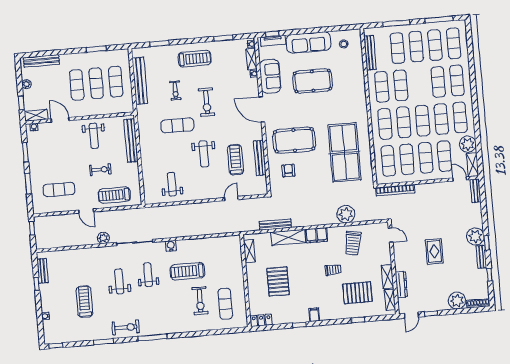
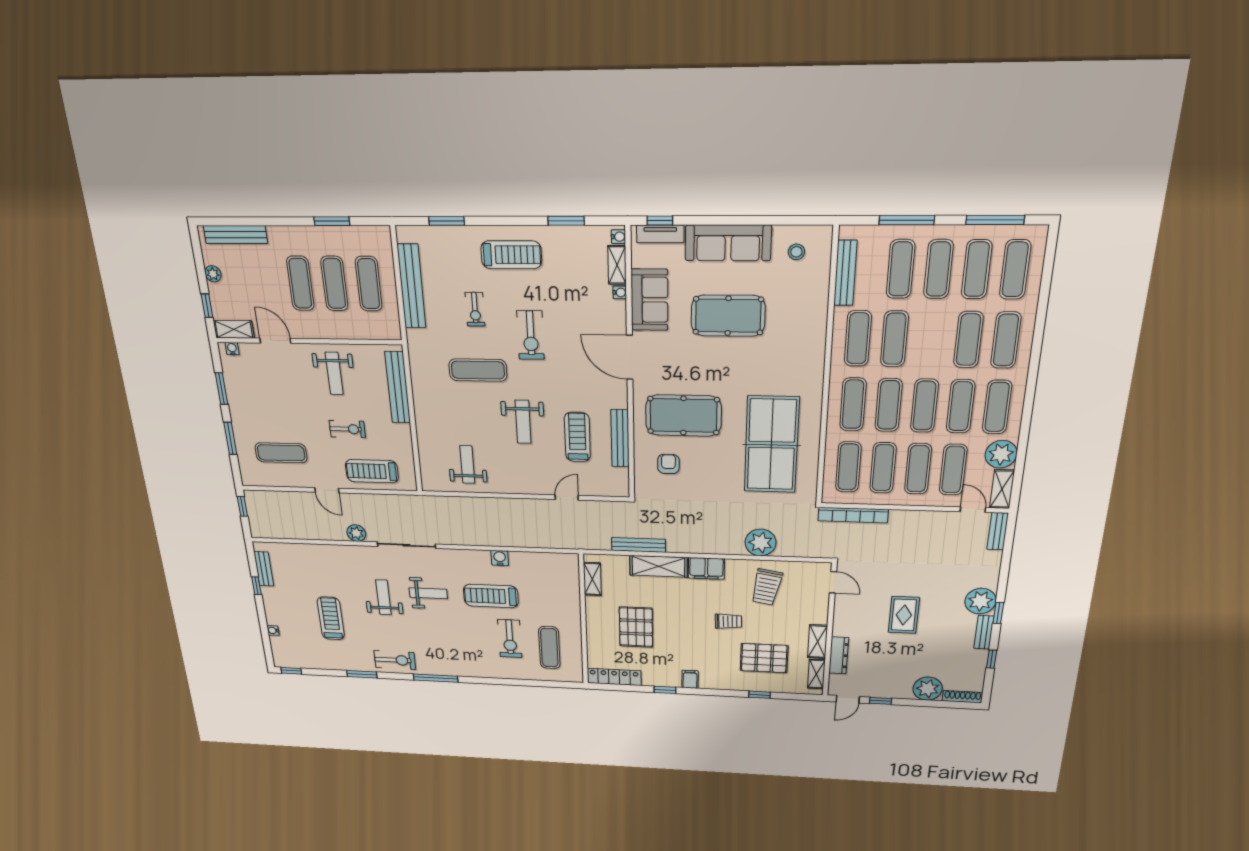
water cooler: (171, 246) -> (500, 558), moved
weight bench: (148, 275) -> (428, 593), turned 90
locker: (261, 320) -> (614, 677), width x1.53

